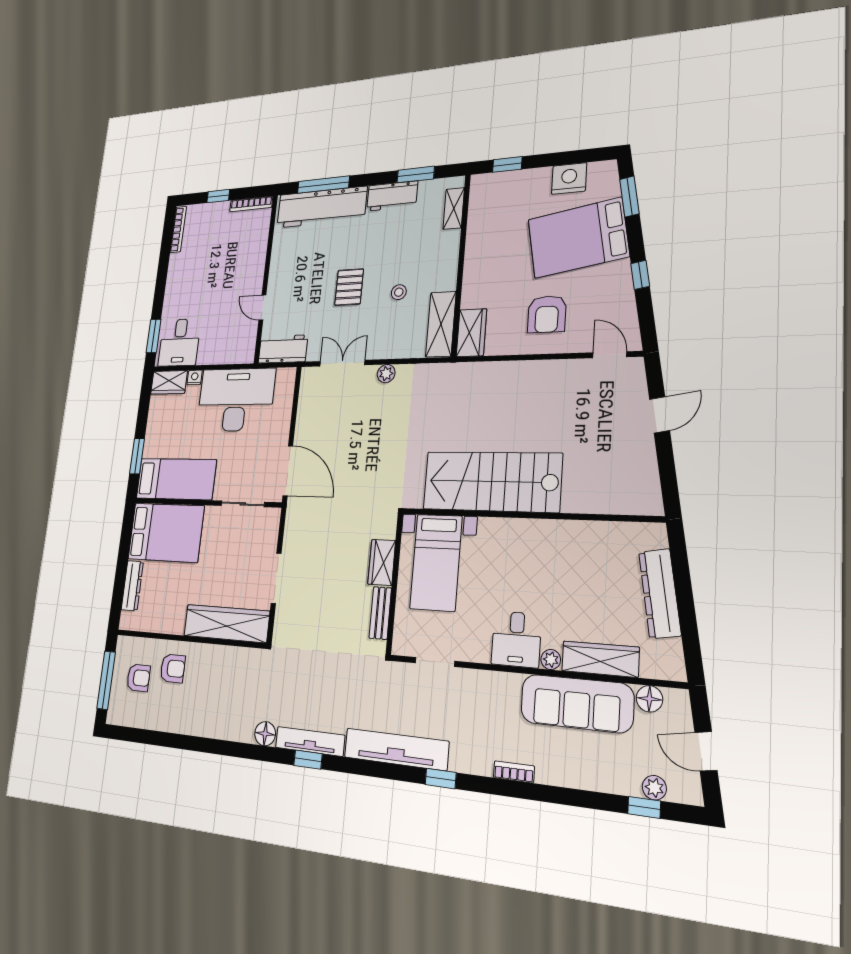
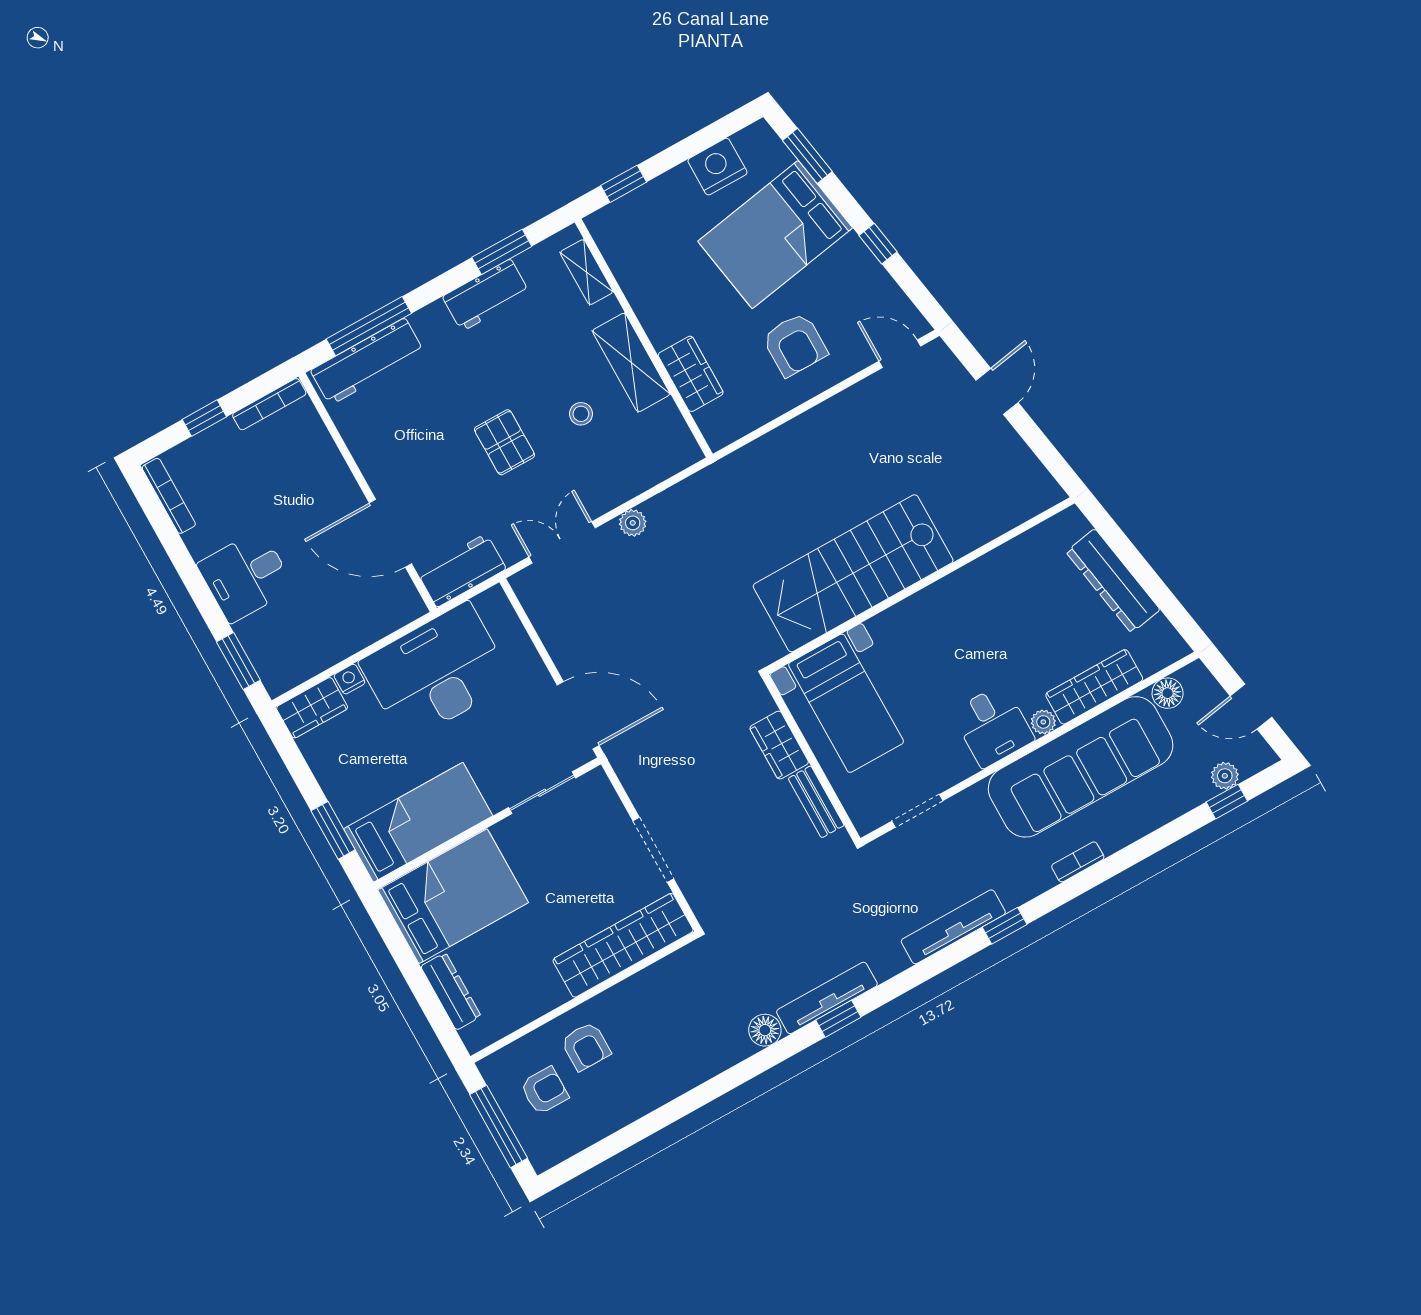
workbench: (322, 207) -> (367, 362), width x0.73, depth x0.76
door: (262, 307) -> (390, 533), width x1.87
shelving: (441, 324) -> (631, 362), moved
wardrobe: (471, 333) -> (691, 374), moved
desk: (179, 342) -> (246, 576), moved, turned 90
armchair: (173, 668) -> (586, 1046), turned 90
sofa: (577, 703) -> (1081, 767), width x1.36, depth x1.27
tv unit: (396, 749) -> (953, 927), width x0.73, depth x0.78

